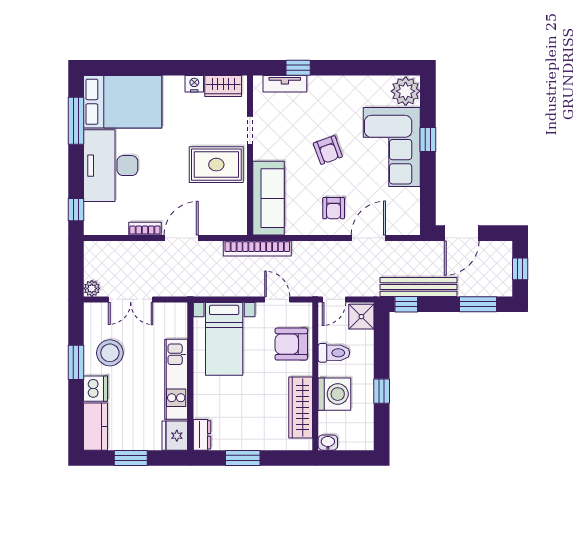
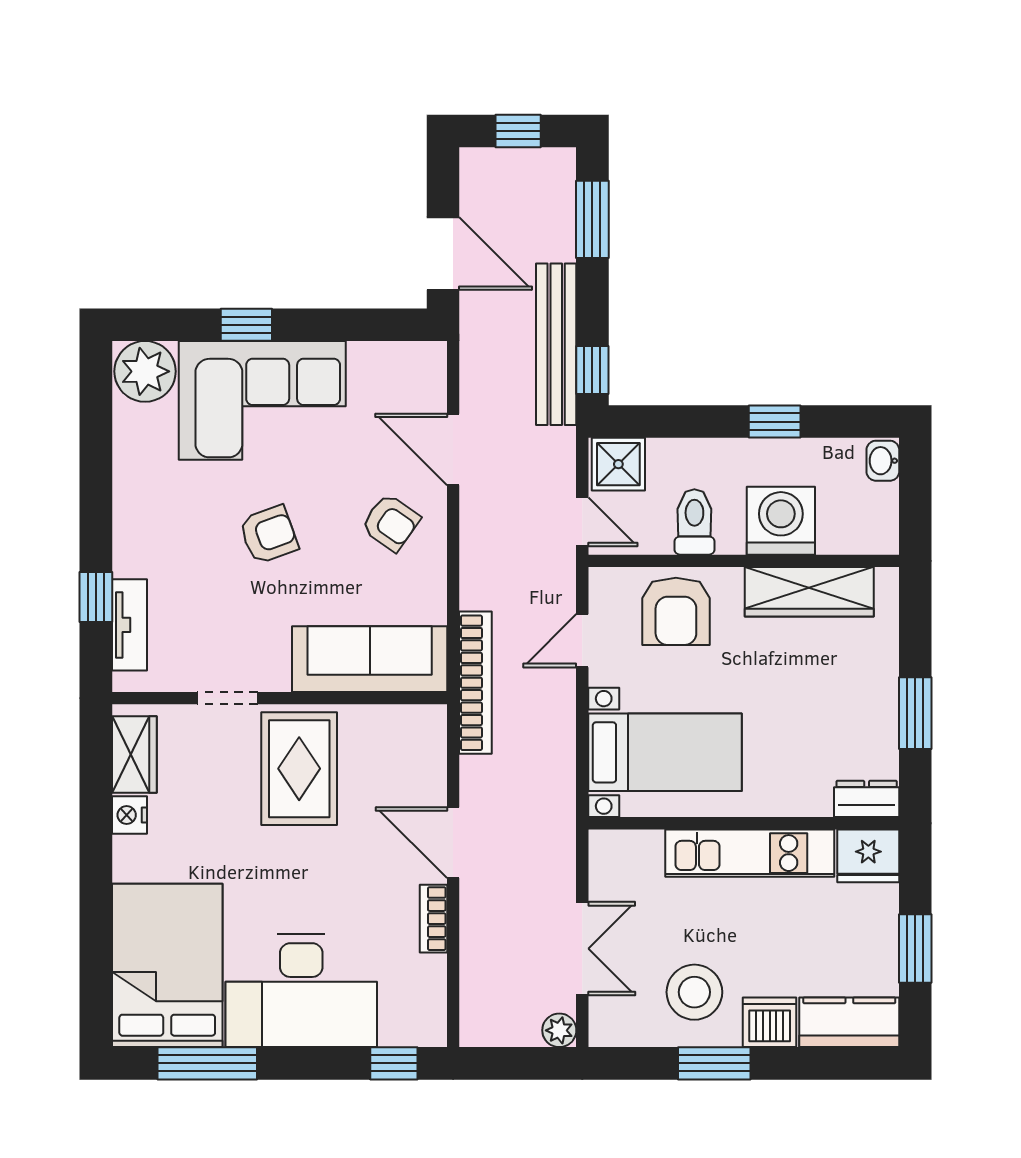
armchair: (334, 208) -> (391, 523), turned 35
washbasin: (328, 443) -> (883, 461), moved

